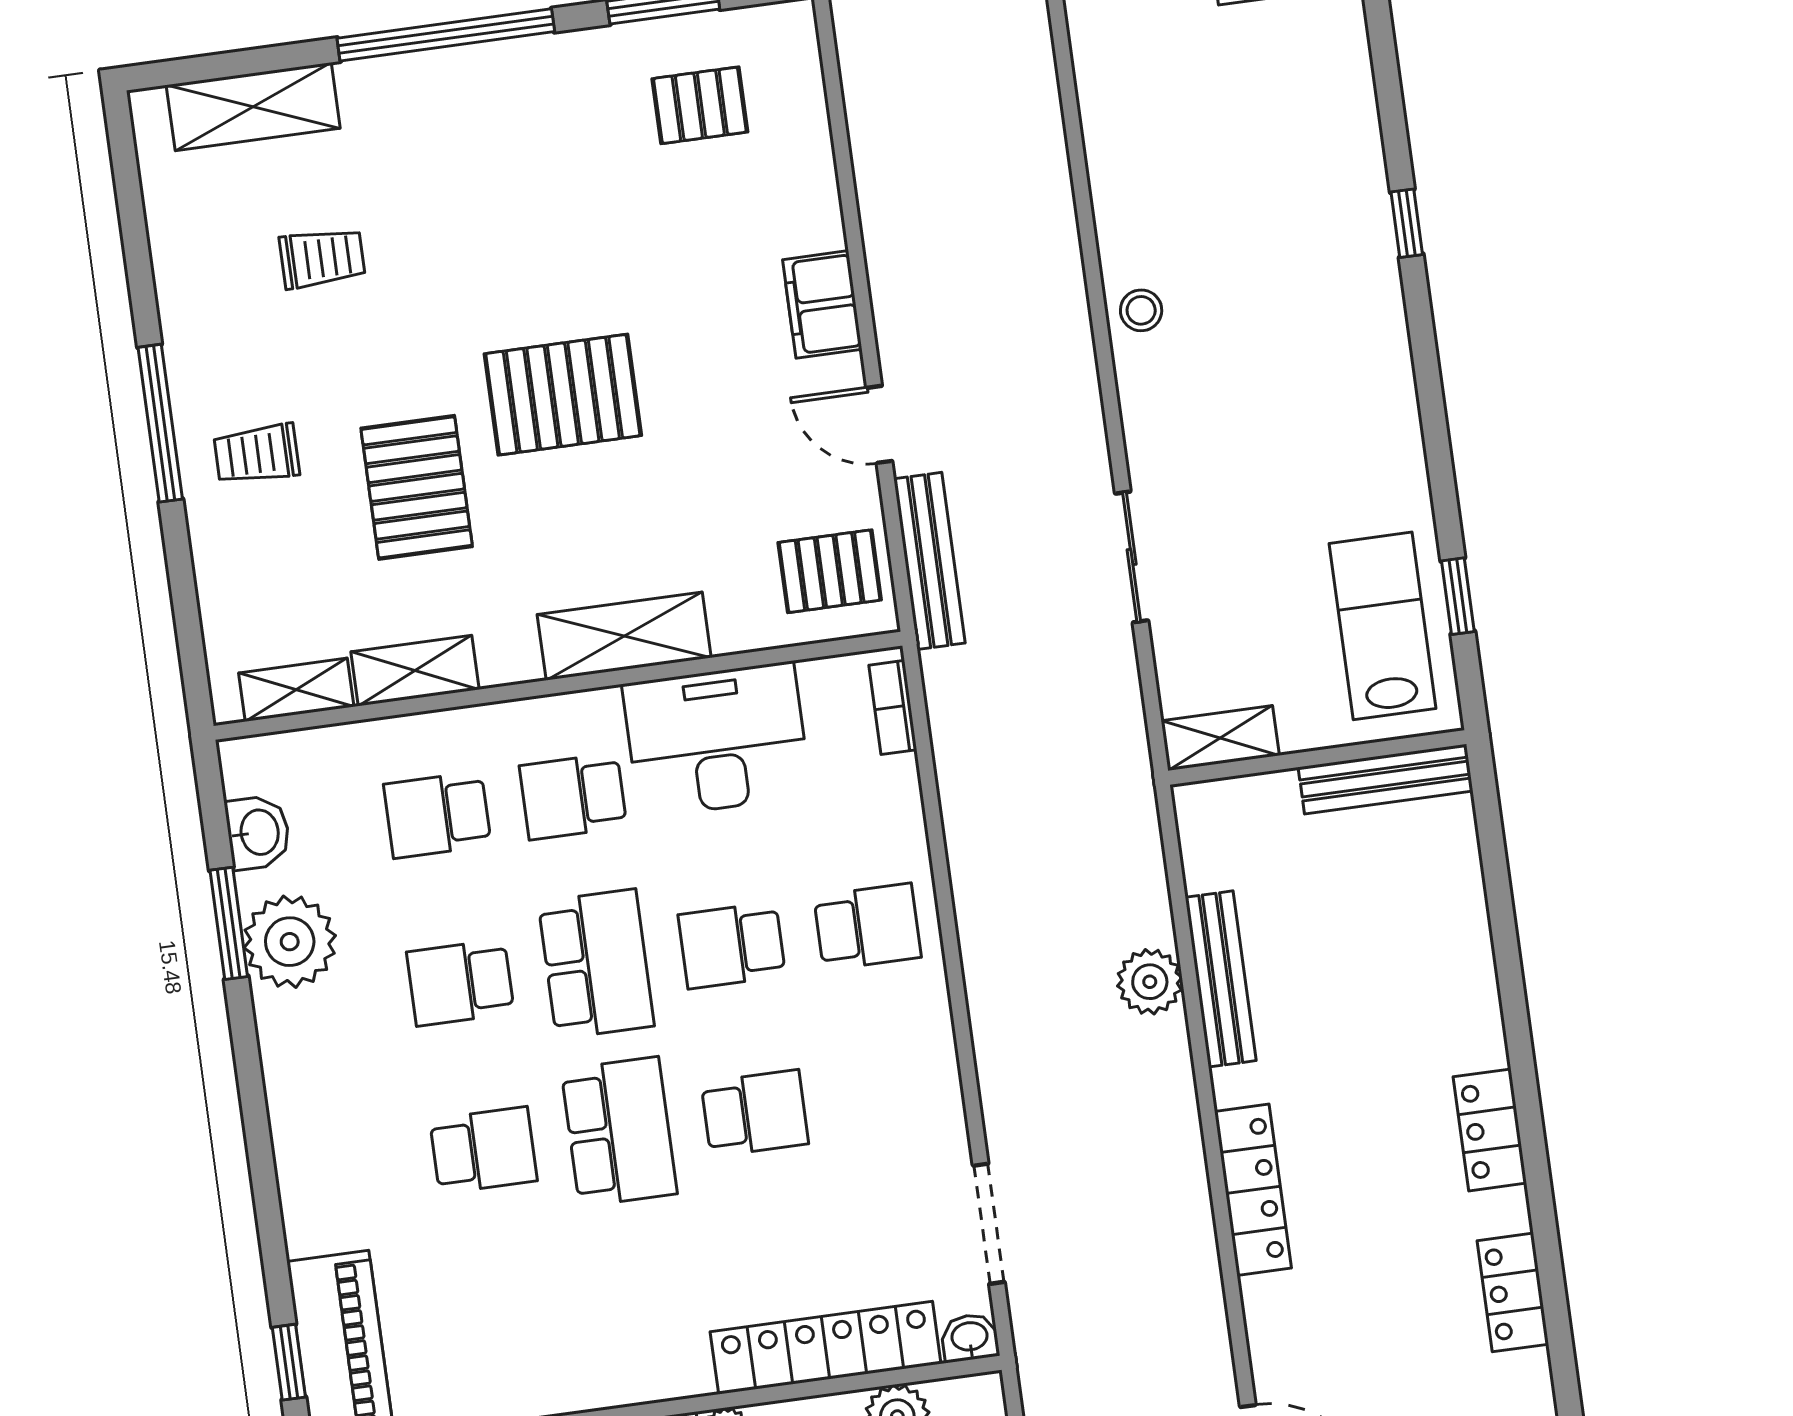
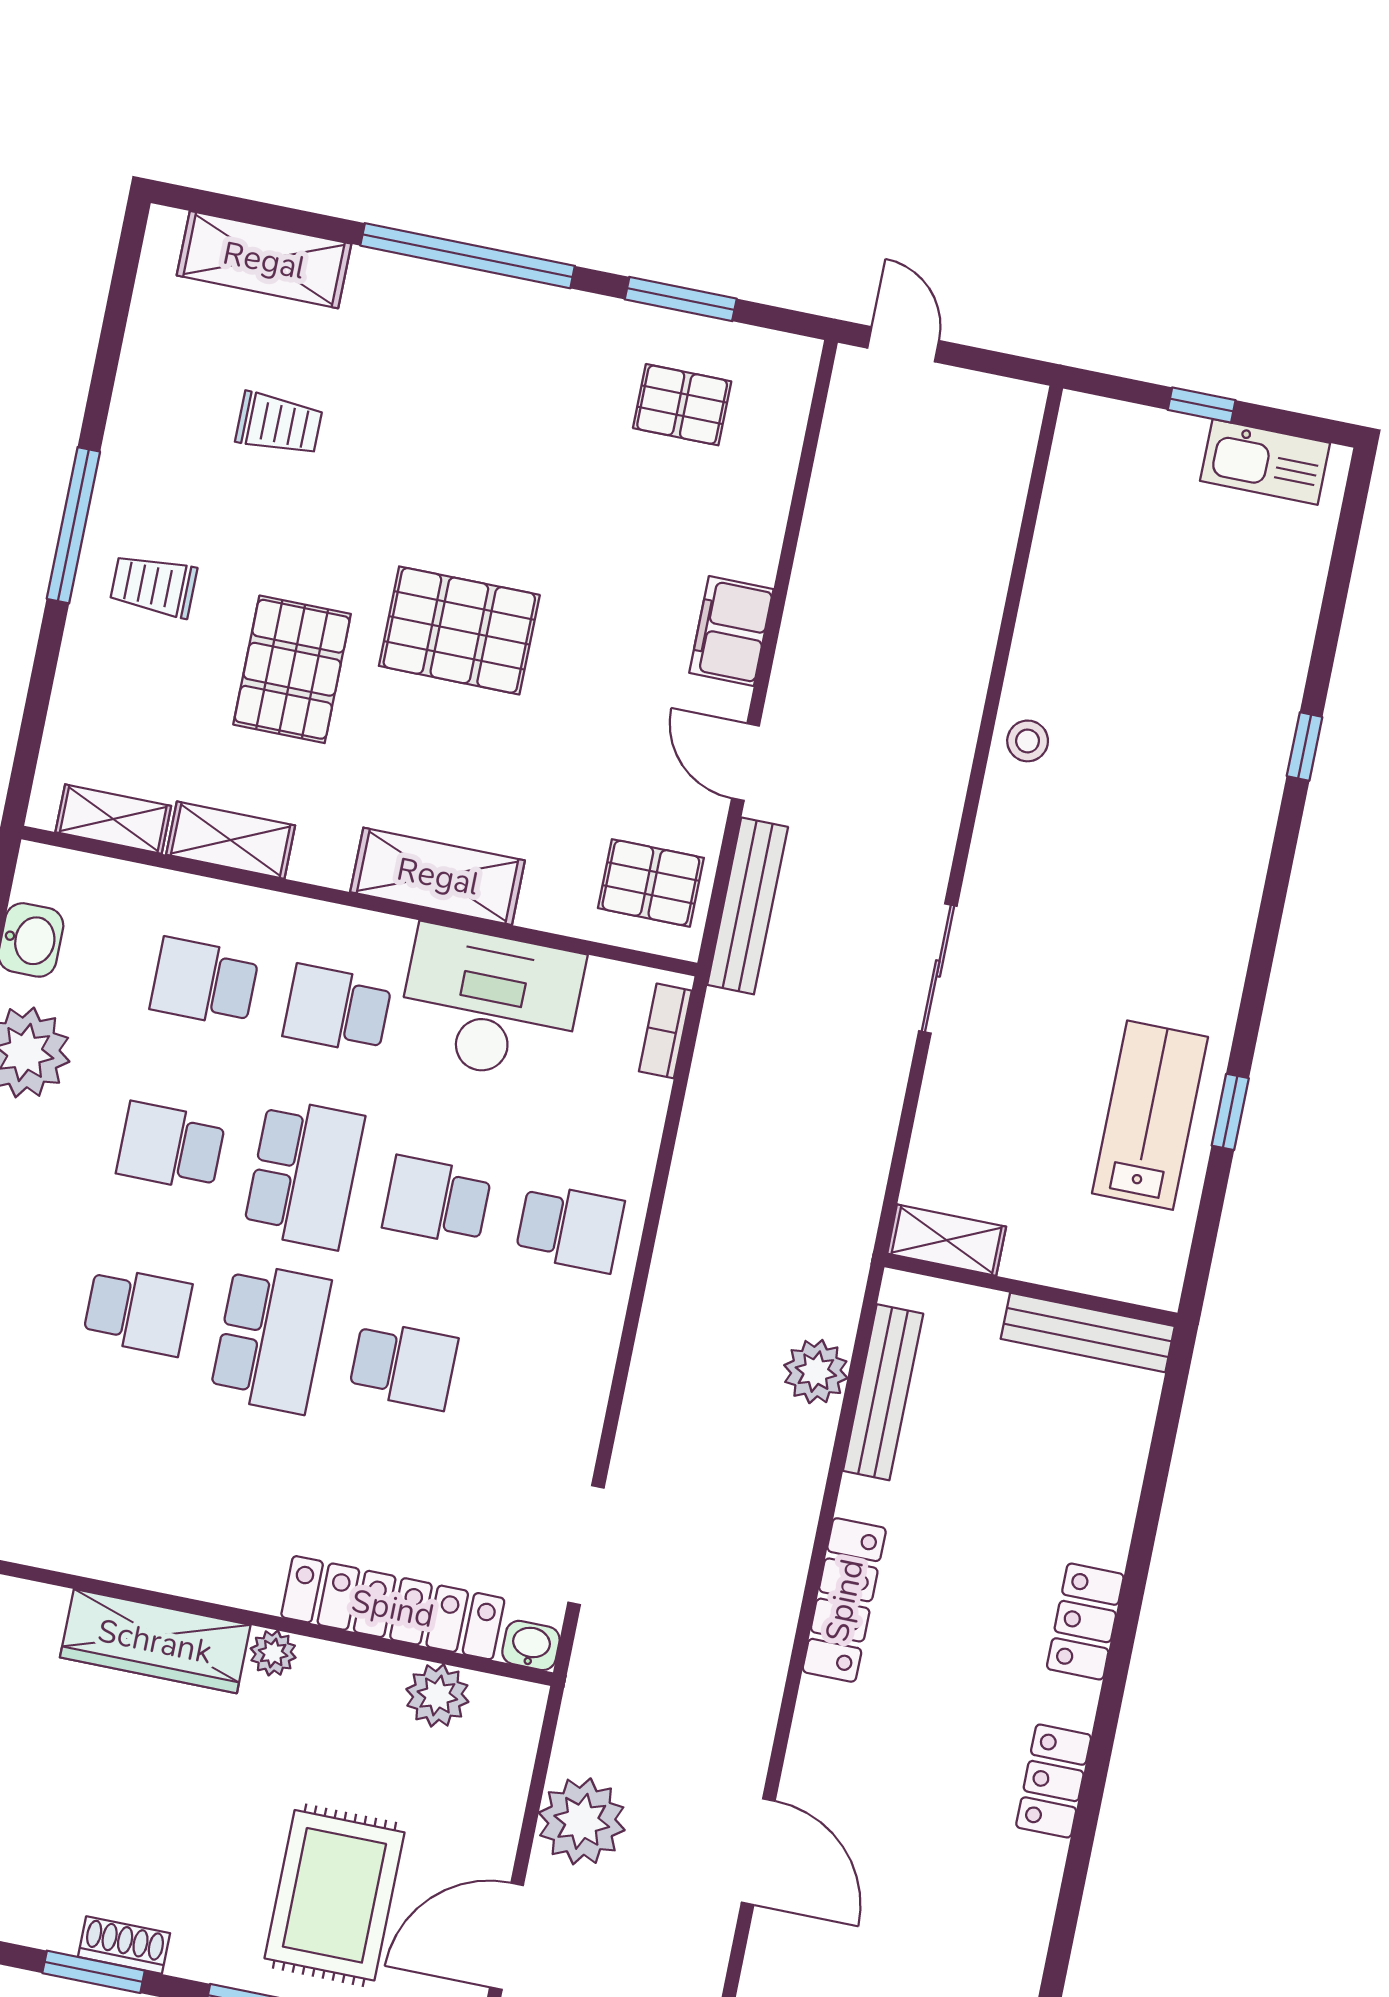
shelving: (1220, 738) -> (947, 1240), moved
wall: (1317, 757) -> (1031, 1290), moved
bench: (1386, 779) -> (1088, 1332), moved

